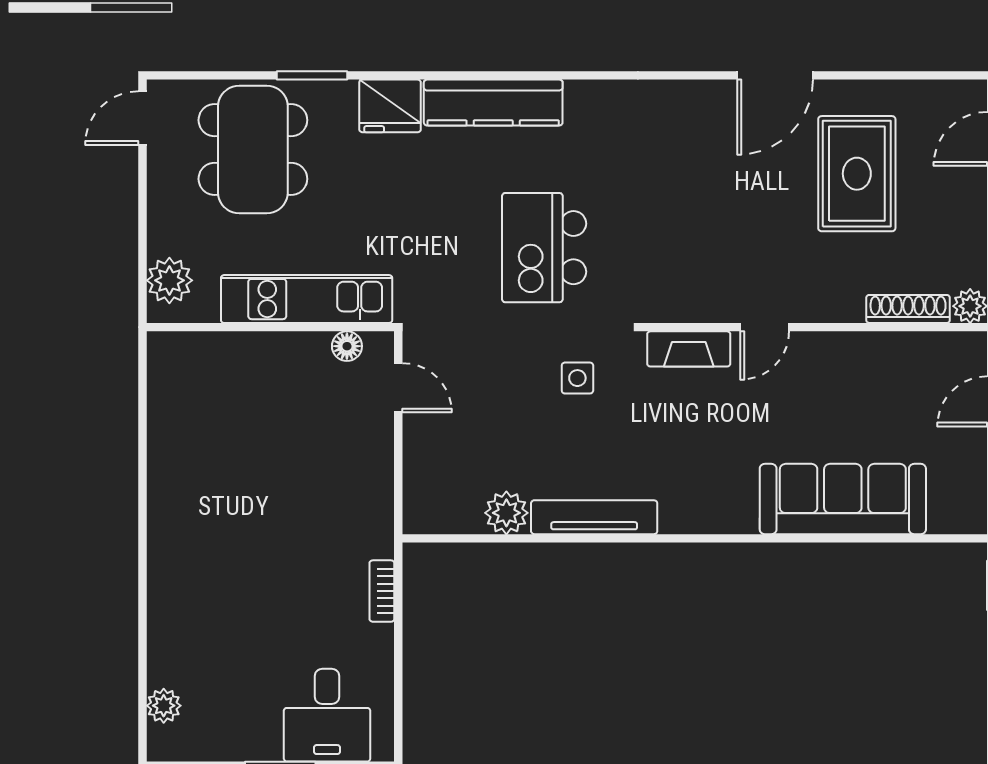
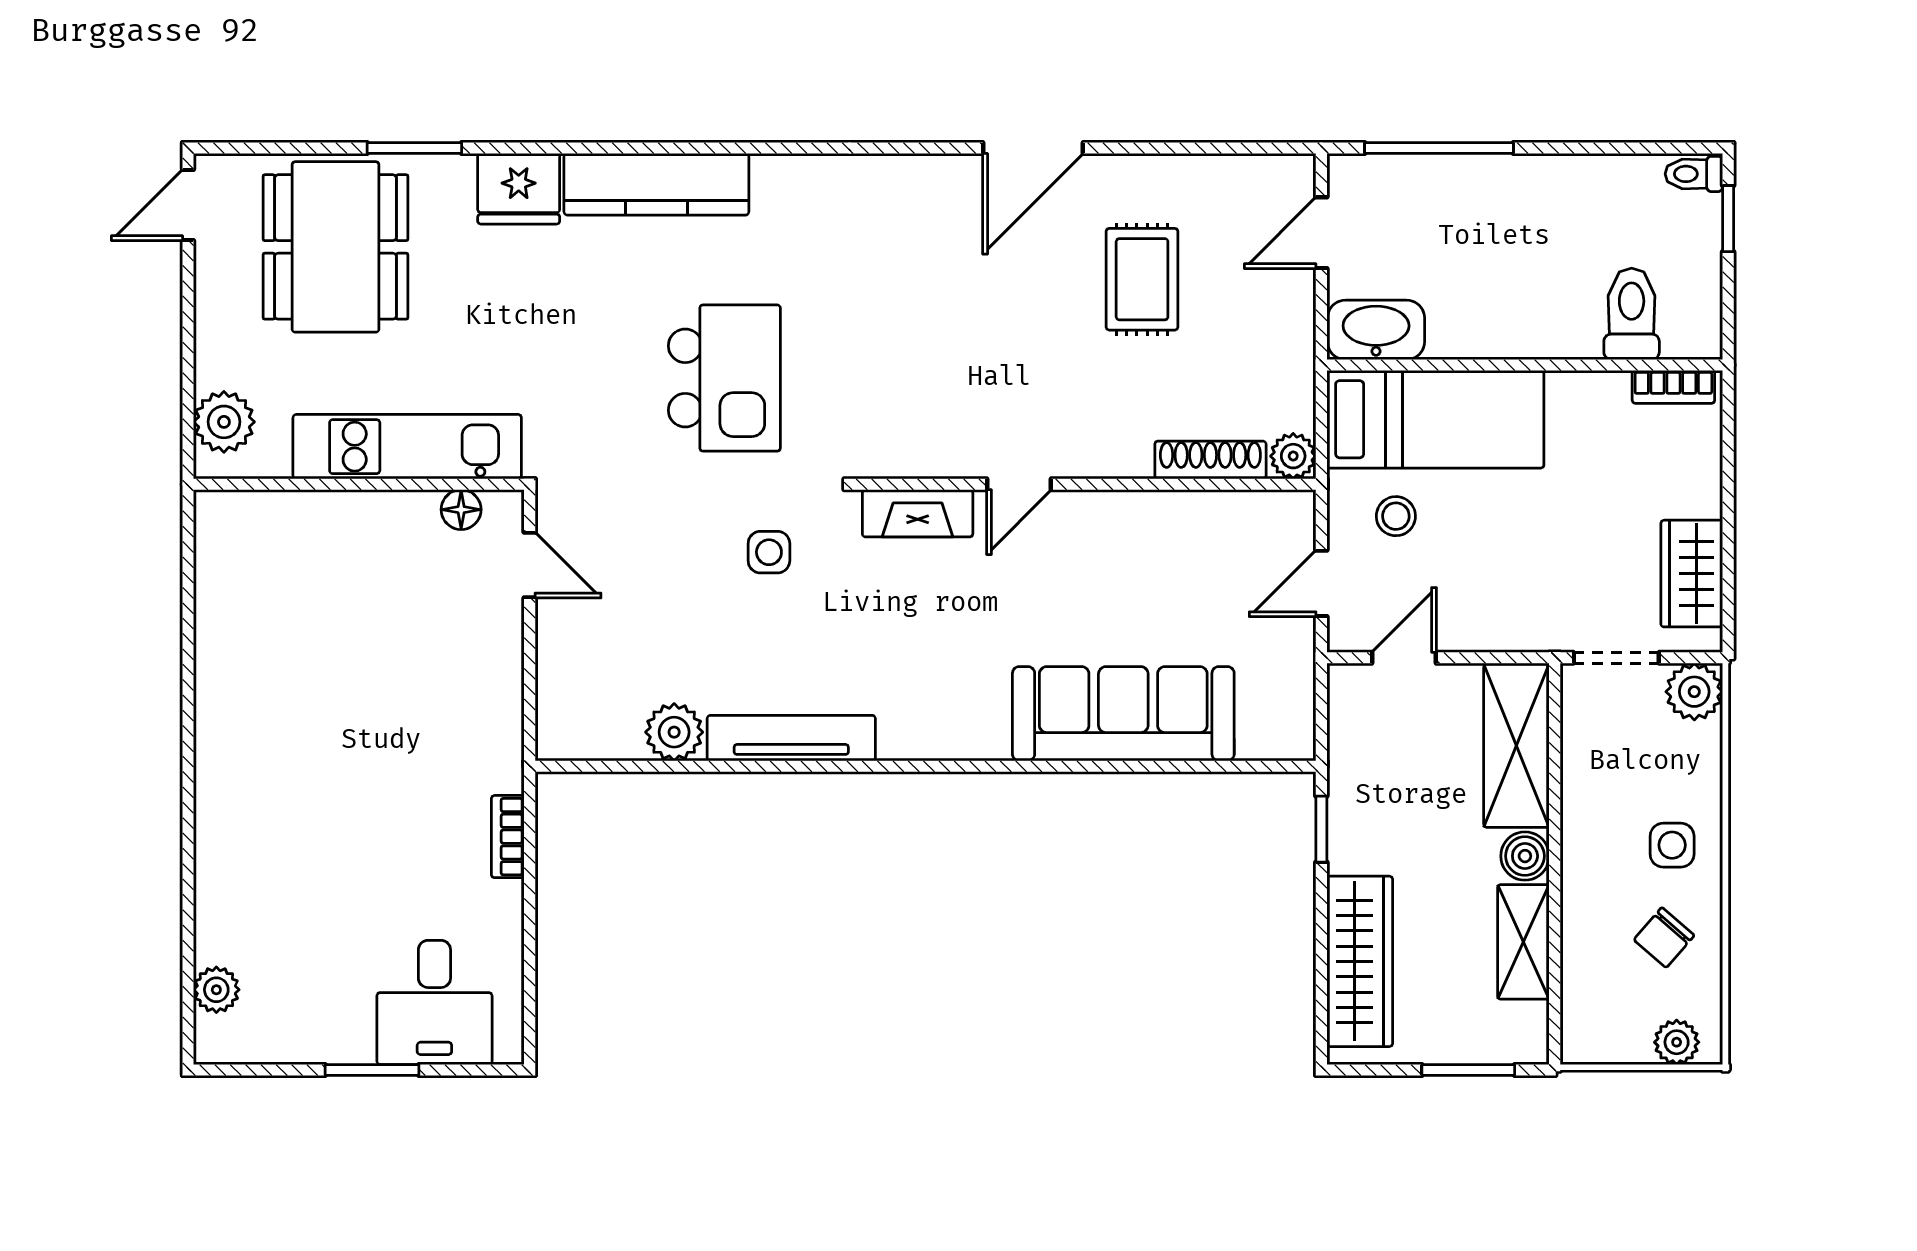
rug: (857, 174) -> (1142, 279), width x0.73, depth x0.70
kitchen island: (544, 248) -> (724, 378), turned 180

